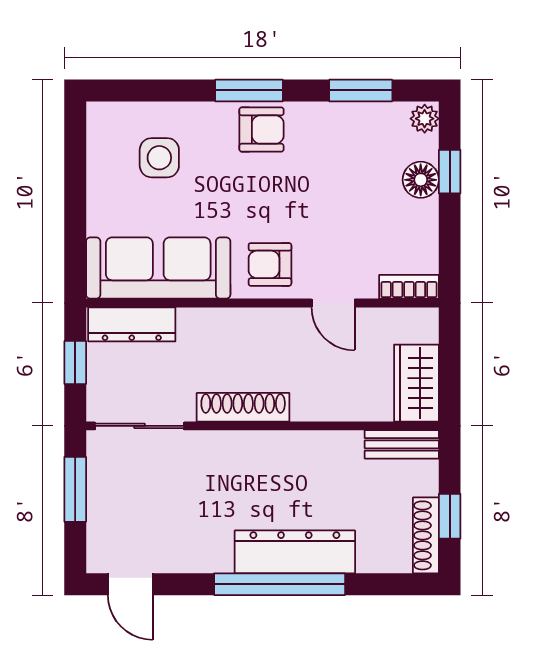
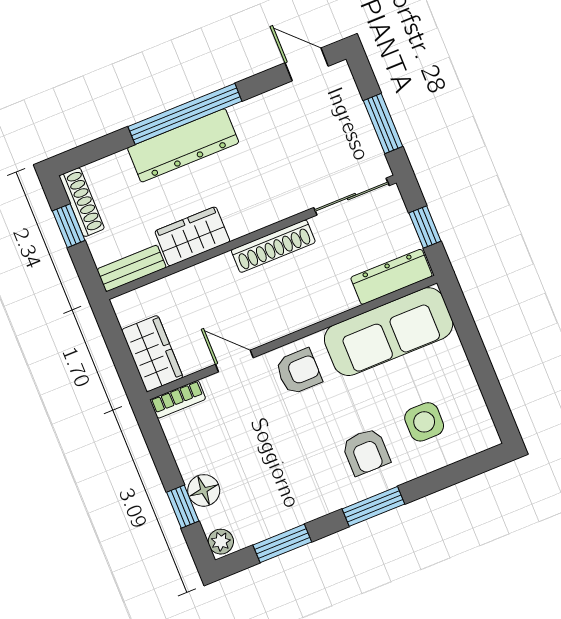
armchair: (262, 130) -> (366, 452), moved, turned -90
wardrobe: (416, 383) -> (152, 354), moved
wardrobe: (324, 452) -> (192, 236), added

